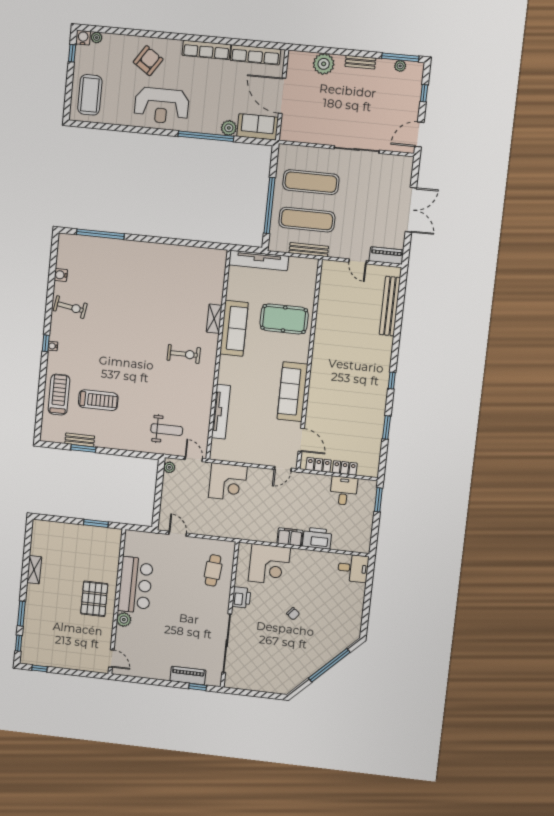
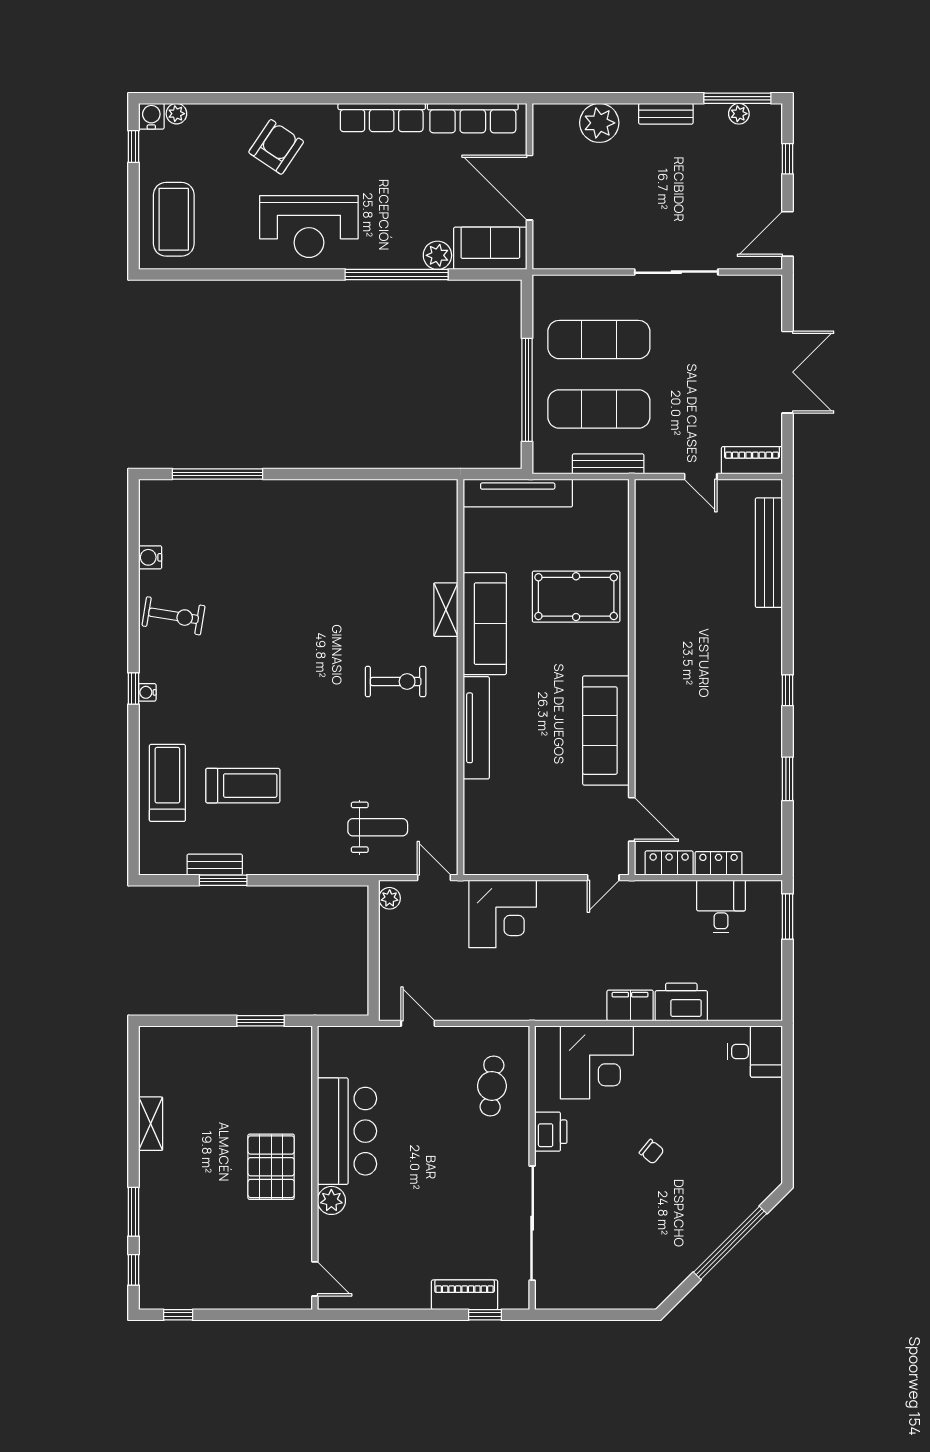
tv unit: (221, 412) -> (476, 728), moved

